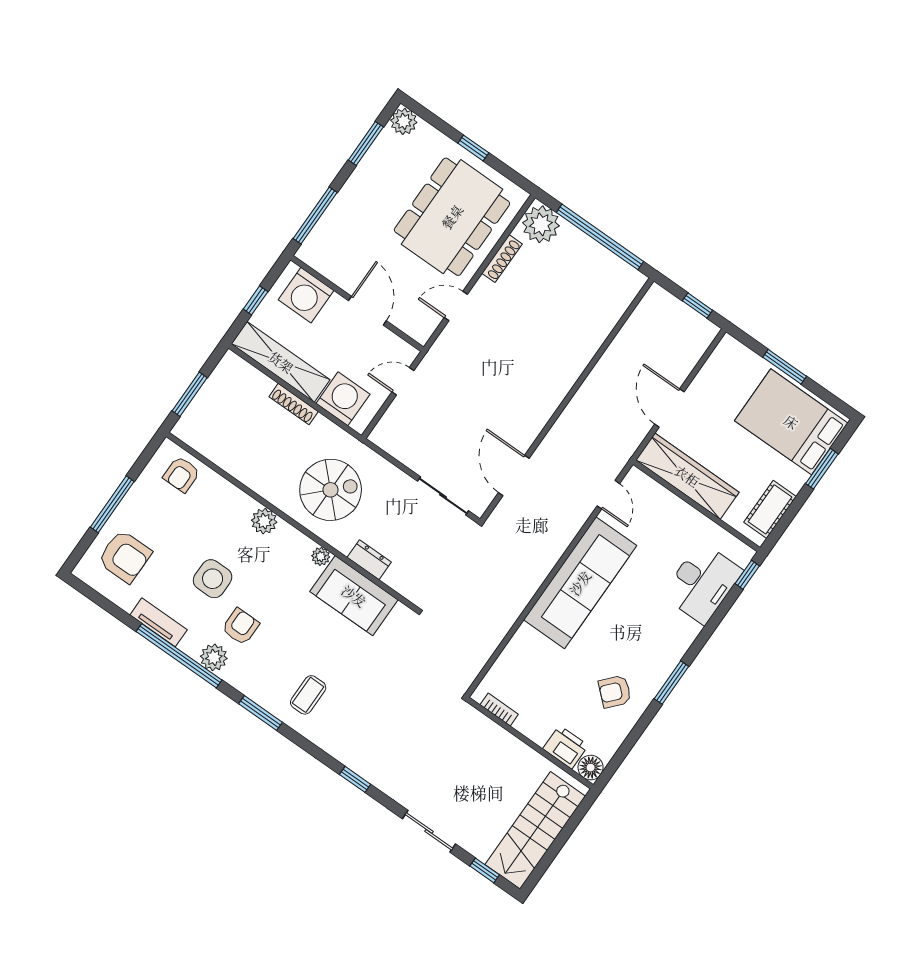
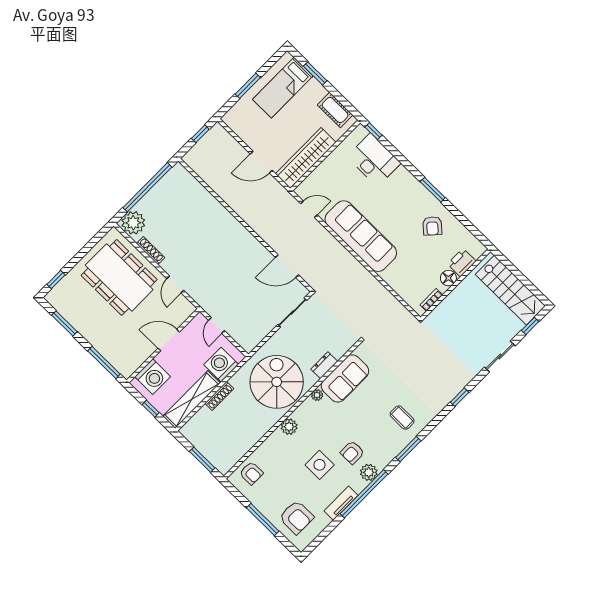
plant: (404, 121) -> (55, 297), removed
window: (473, 148) -> (56, 280), moved
bed: (791, 422) -> (283, 88), width x0.67
spiral stairs: (331, 490) -> (277, 382), width x1.37, depth x1.37
armchair: (125, 556) -> (296, 517), turned 90
armchair: (241, 627) -> (352, 452), turned -90
floor lamp: (591, 768) -> (448, 278), moved

